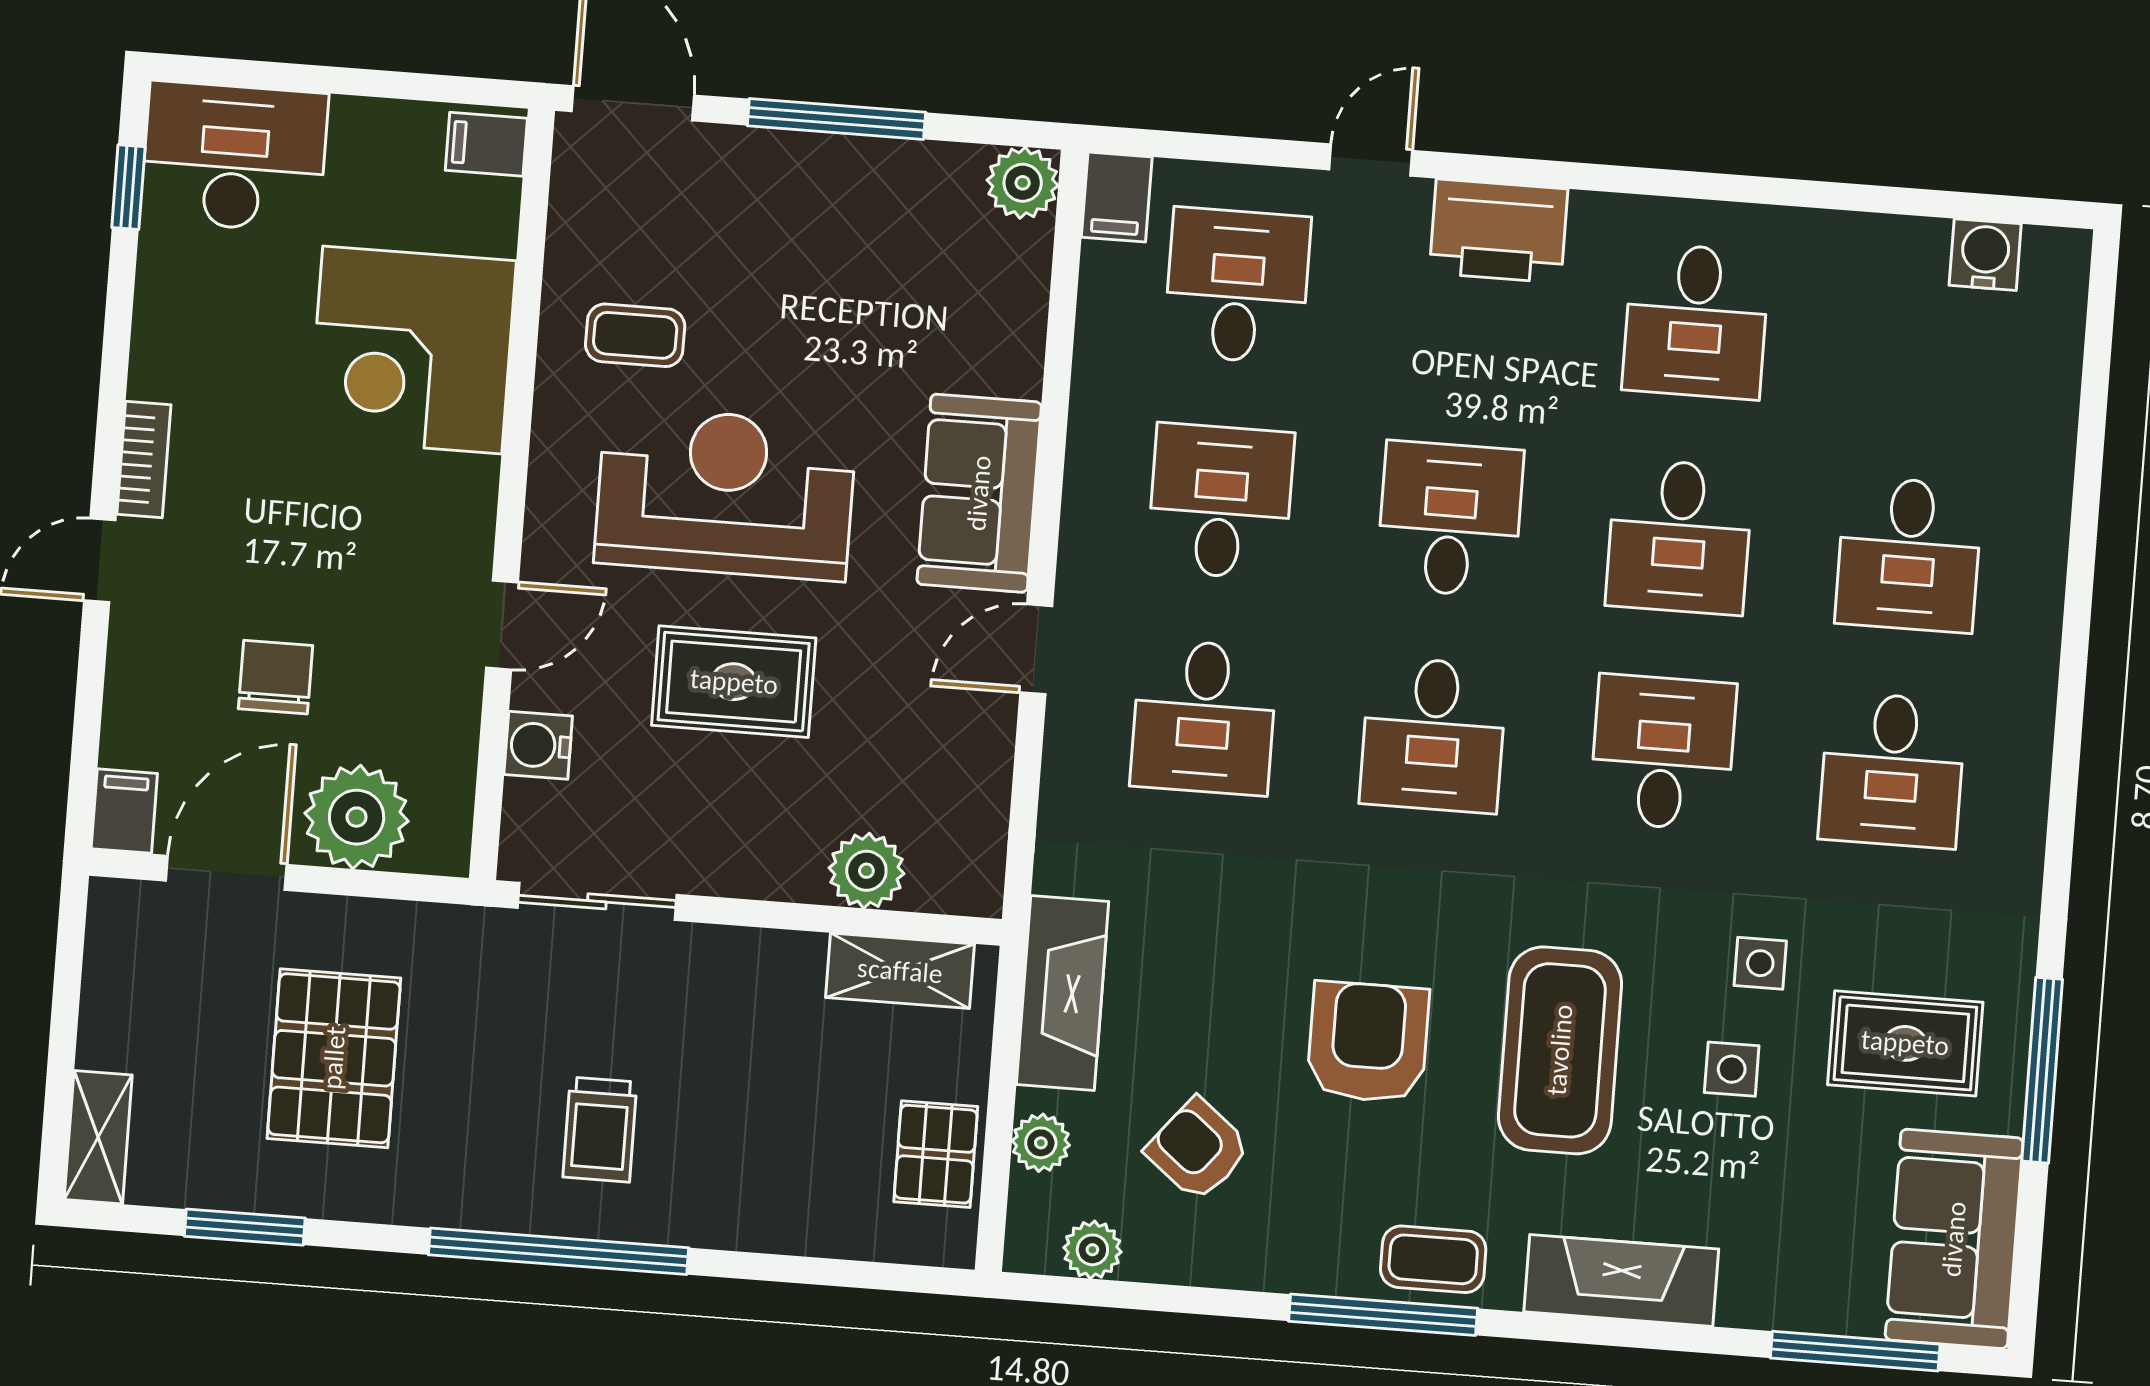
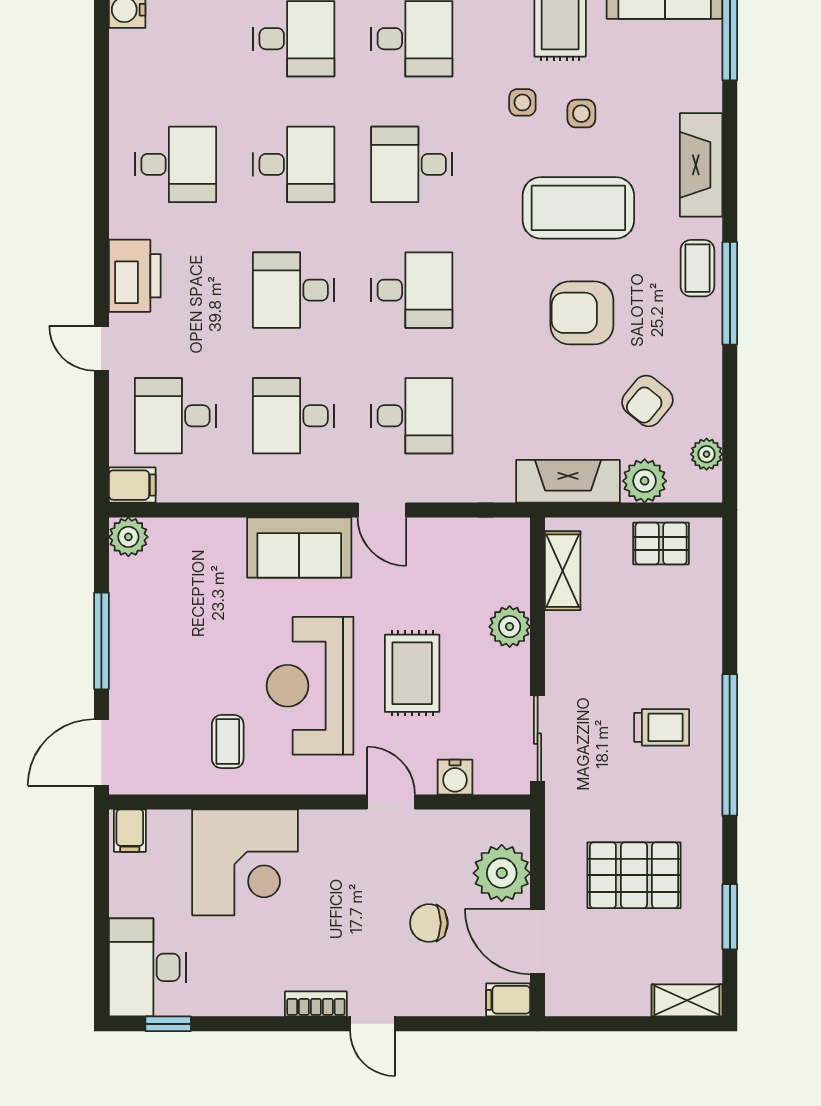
plant: (866, 871) -> (510, 627), moved
plant: (1041, 1143) -> (645, 481), width x1.38, depth x1.38

